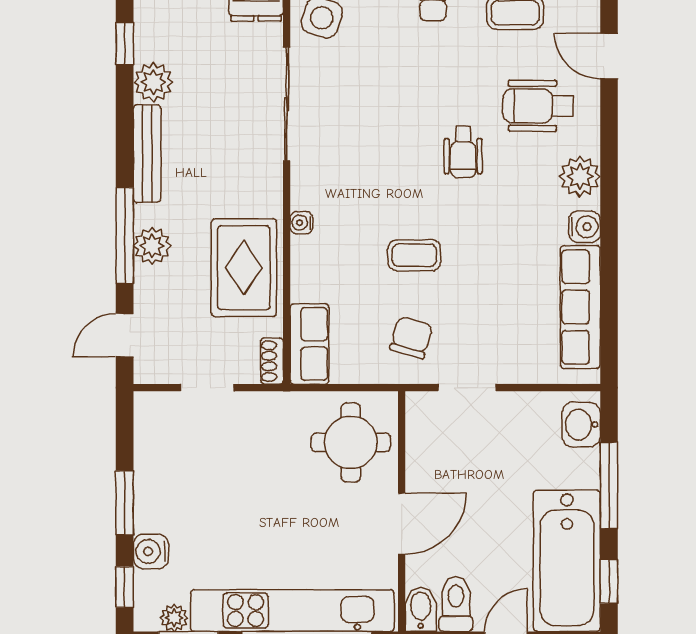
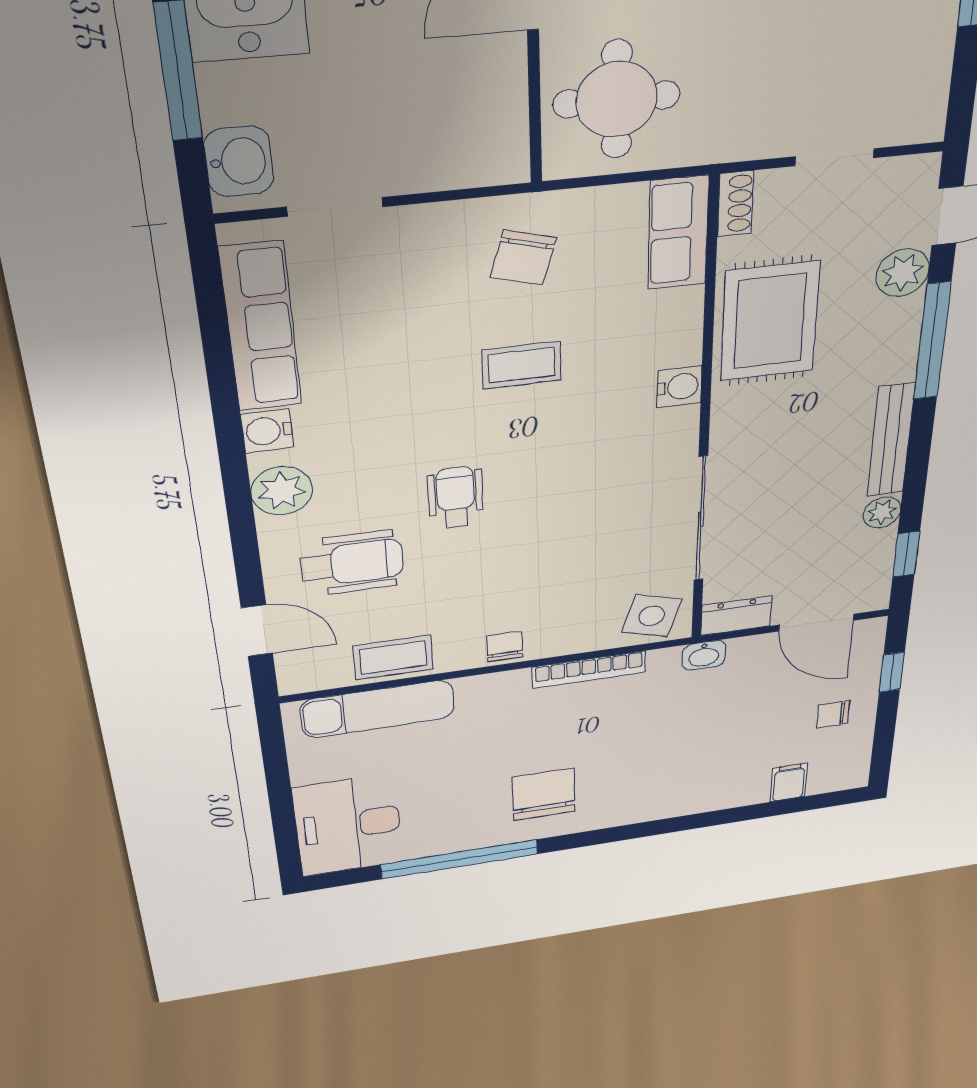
plant: (153, 82) -> (882, 512), width x0.73, depth x0.73
water cooler: (301, 223) -> (679, 387), width x1.38, depth x1.38
plant: (152, 246) -> (903, 273), moved
doorway: (467, 388) -> (335, 207), moved

